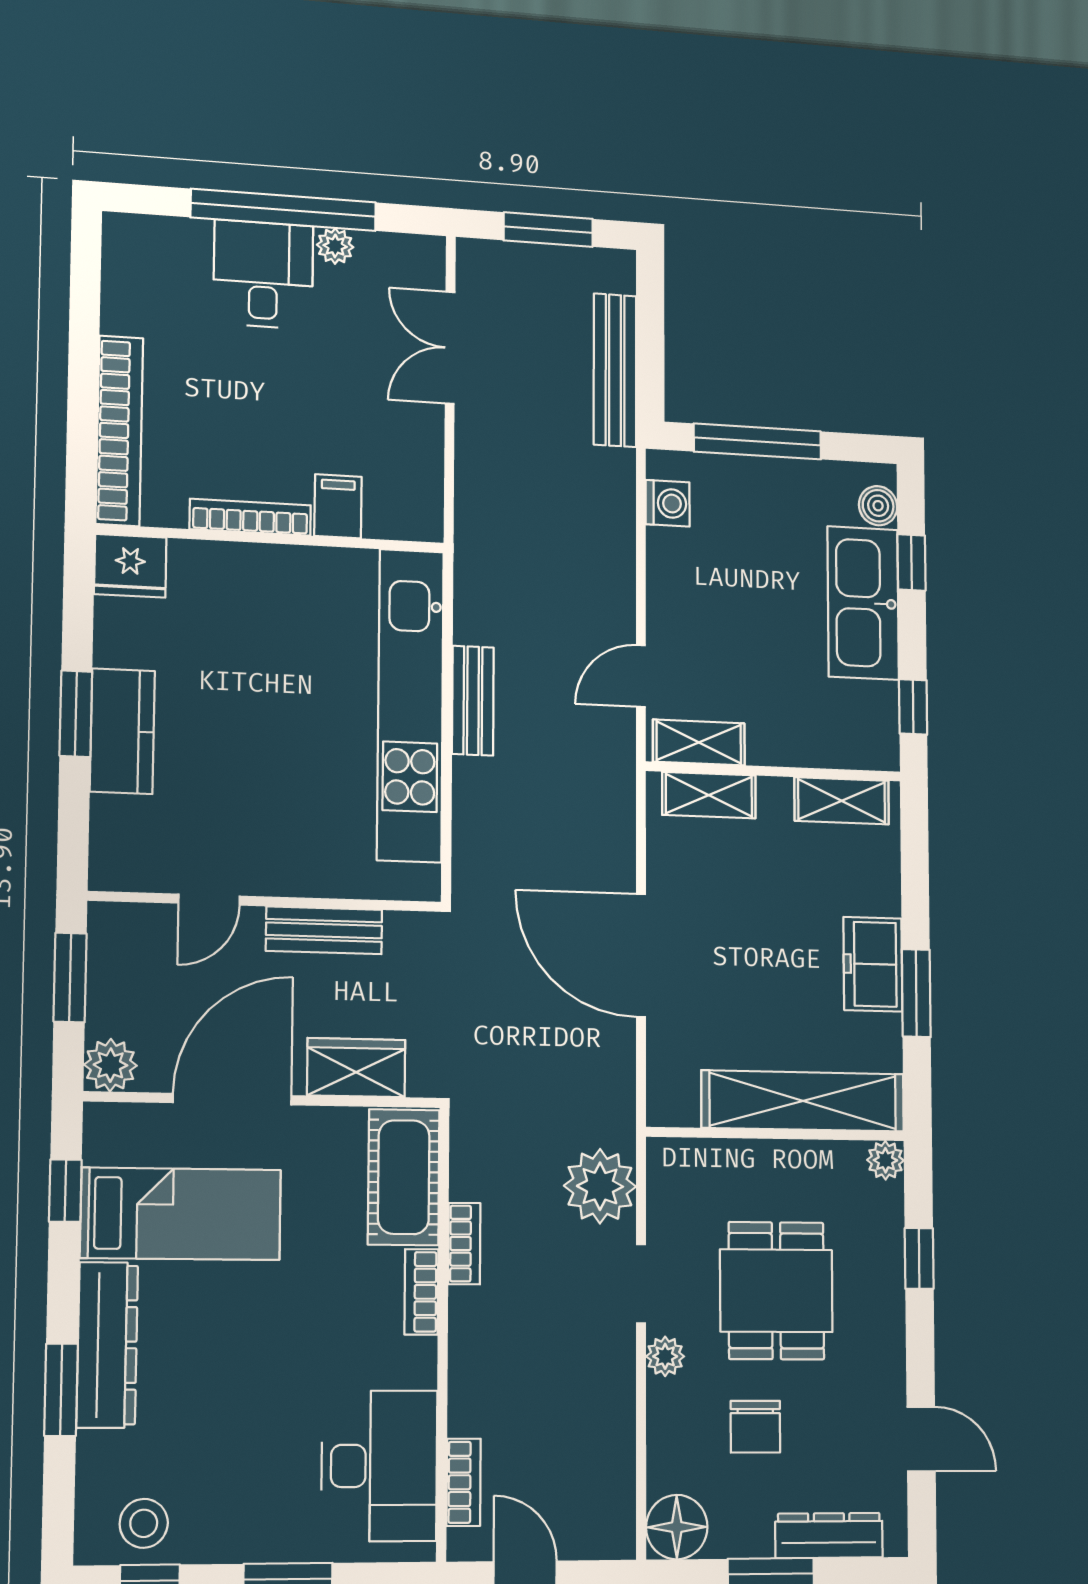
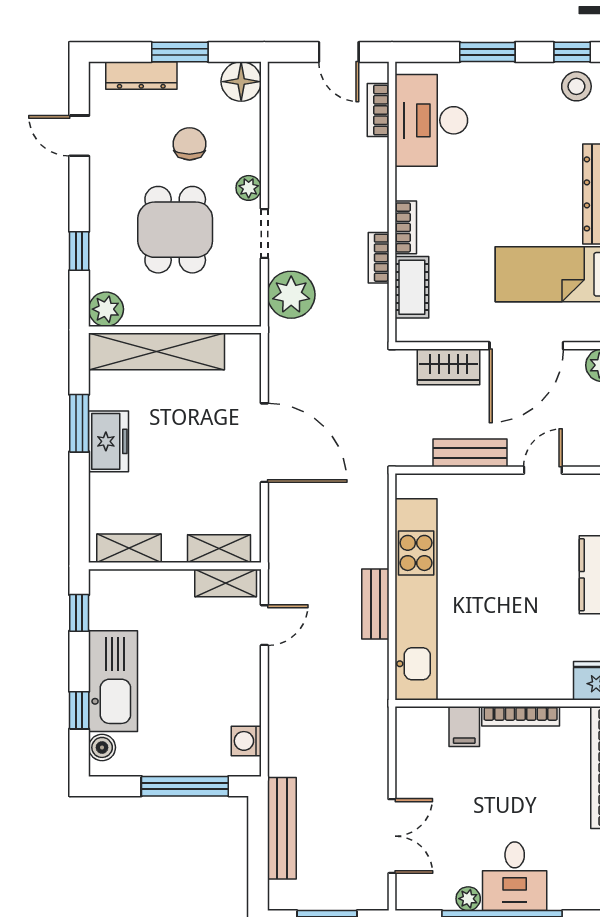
plant: (885, 1160) -> (106, 309), width x1.38, depth x1.38
cot: (404, 1177) -> (412, 287), width x0.73, depth x0.75

